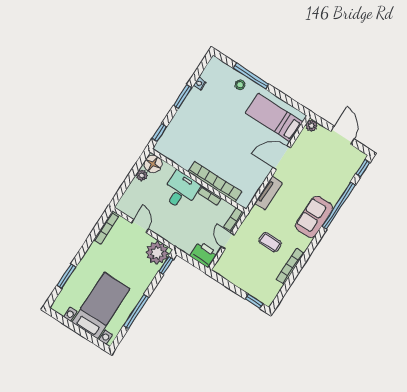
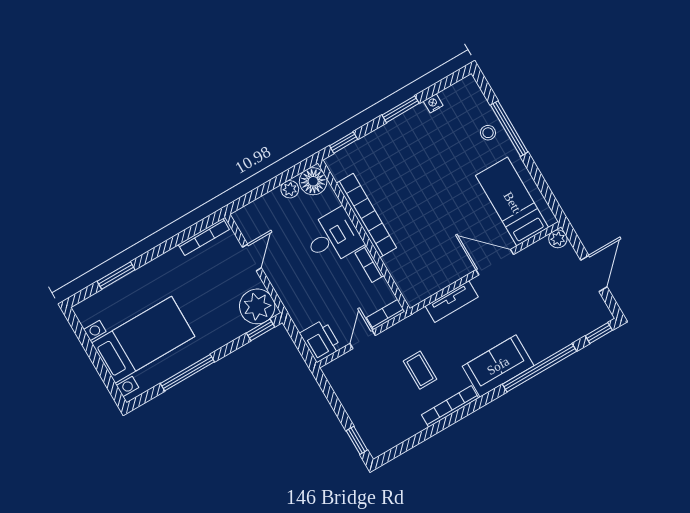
bookcase: (215, 182) -> (366, 215), moved
bookcase: (290, 266) -> (450, 406), moved

